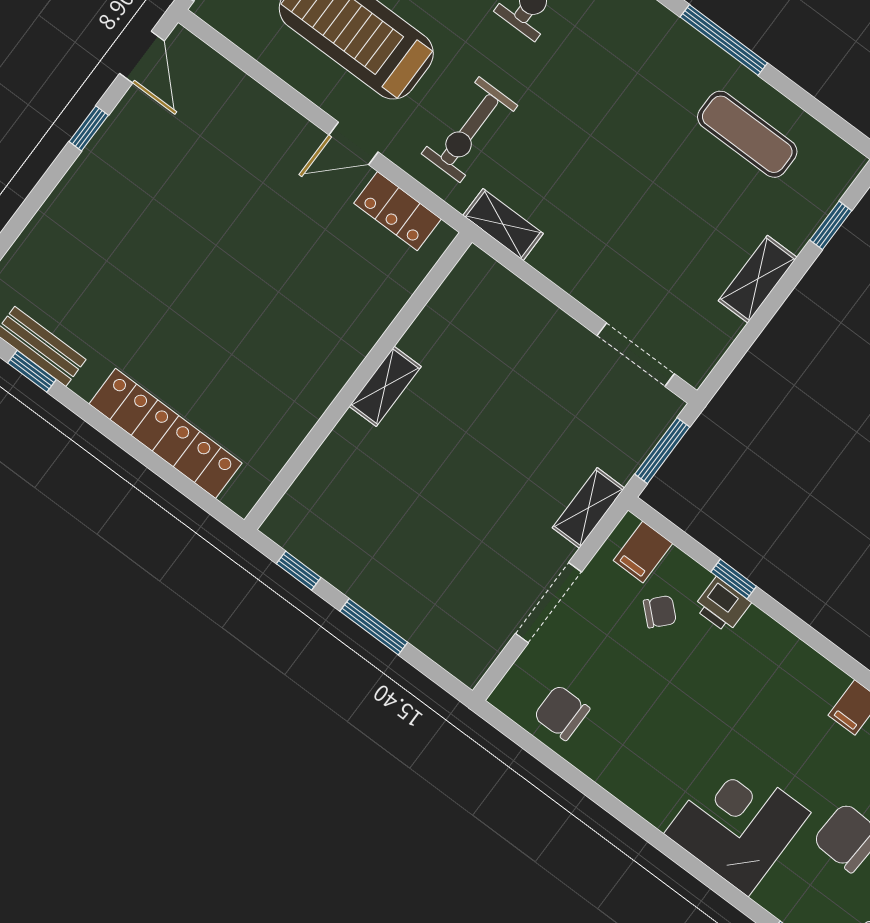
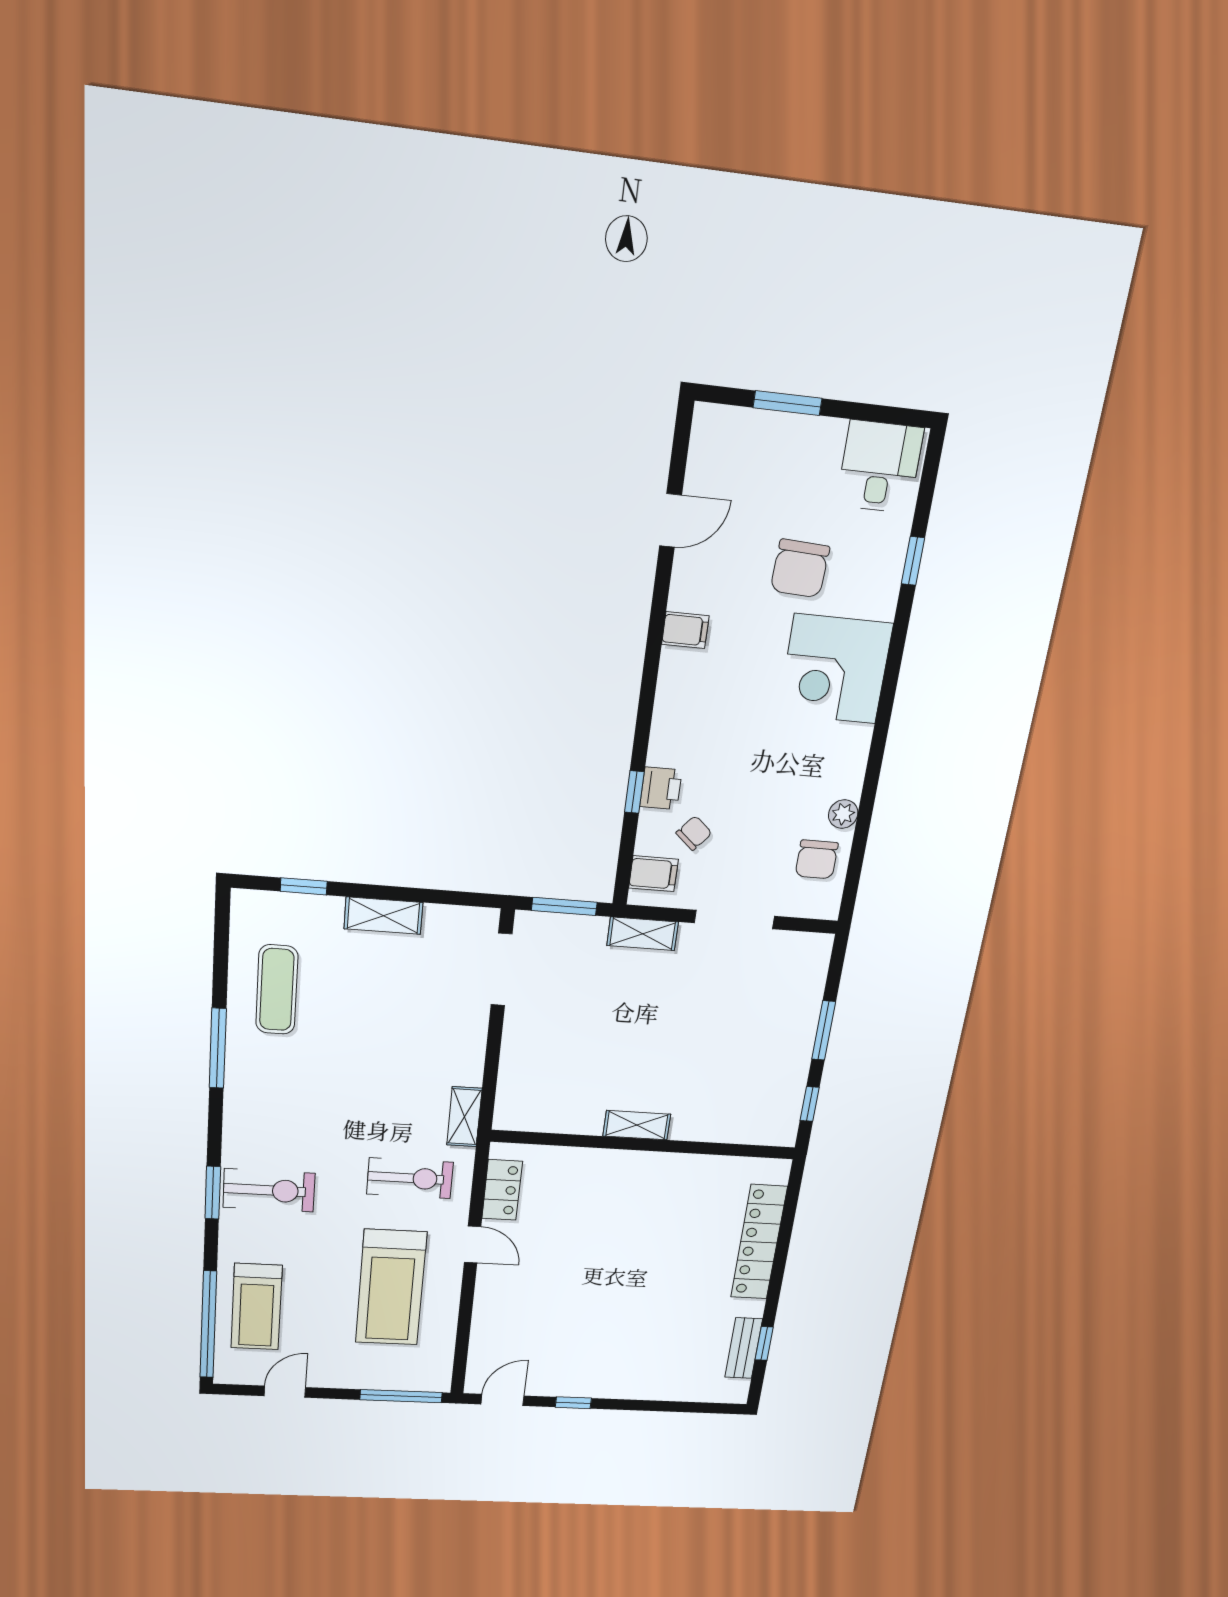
chair: (660, 612) -> (694, 833), turned 88
plant: (592, 761) -> (843, 814), added

